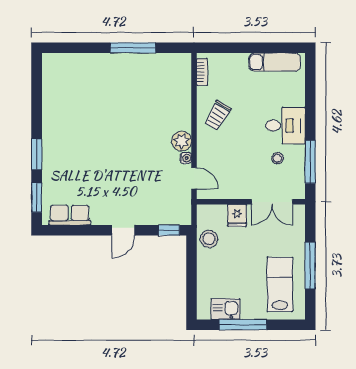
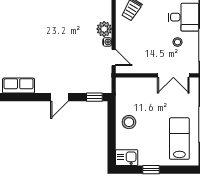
fridge: (237, 215) -> (147, 86), removed
stool: (209, 239) -> (129, 122), moved
kitchen sink: (226, 309) -> (127, 158), moved
window: (243, 325) -> (151, 170), width x0.46

